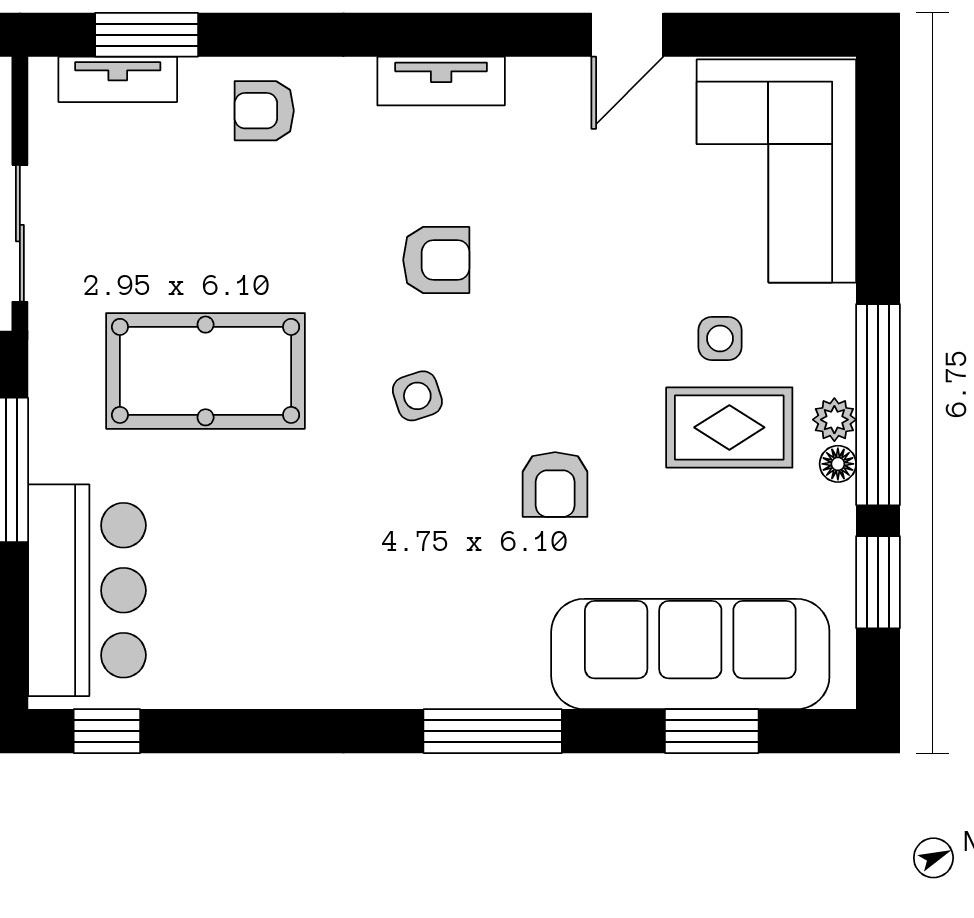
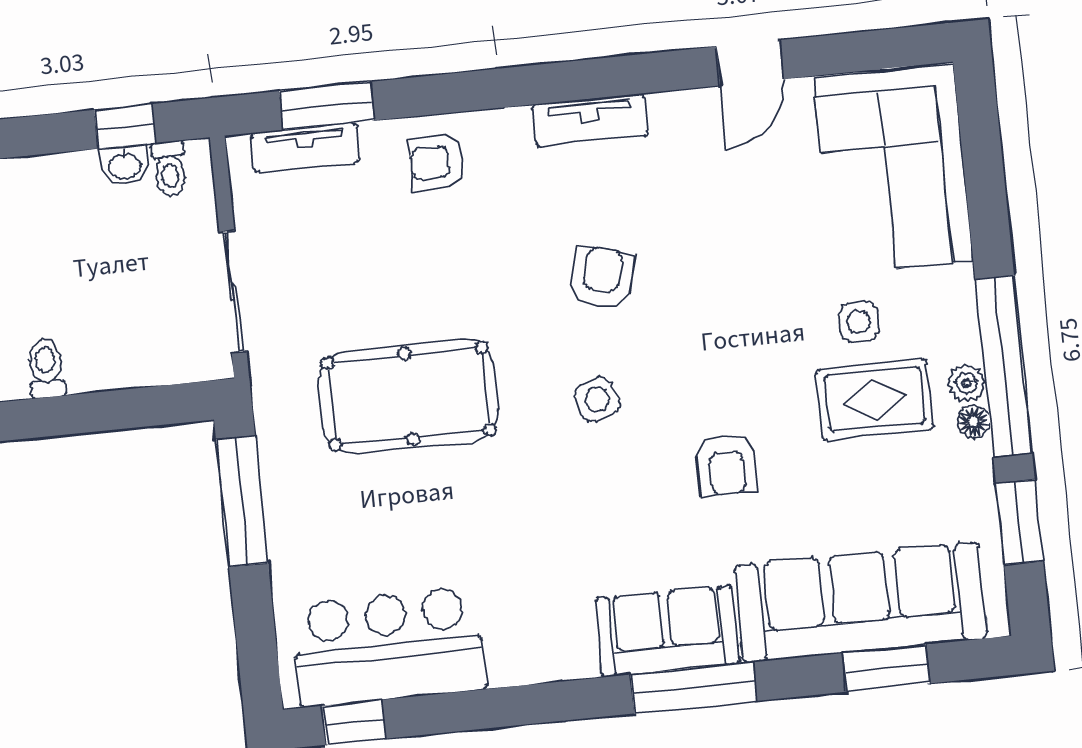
armchair: (436, 260) -> (602, 278), turned -75
bar counter: (87, 590) -> (389, 647), moved, turned -90
sofa: (469, 664) -> (667, 631), added

